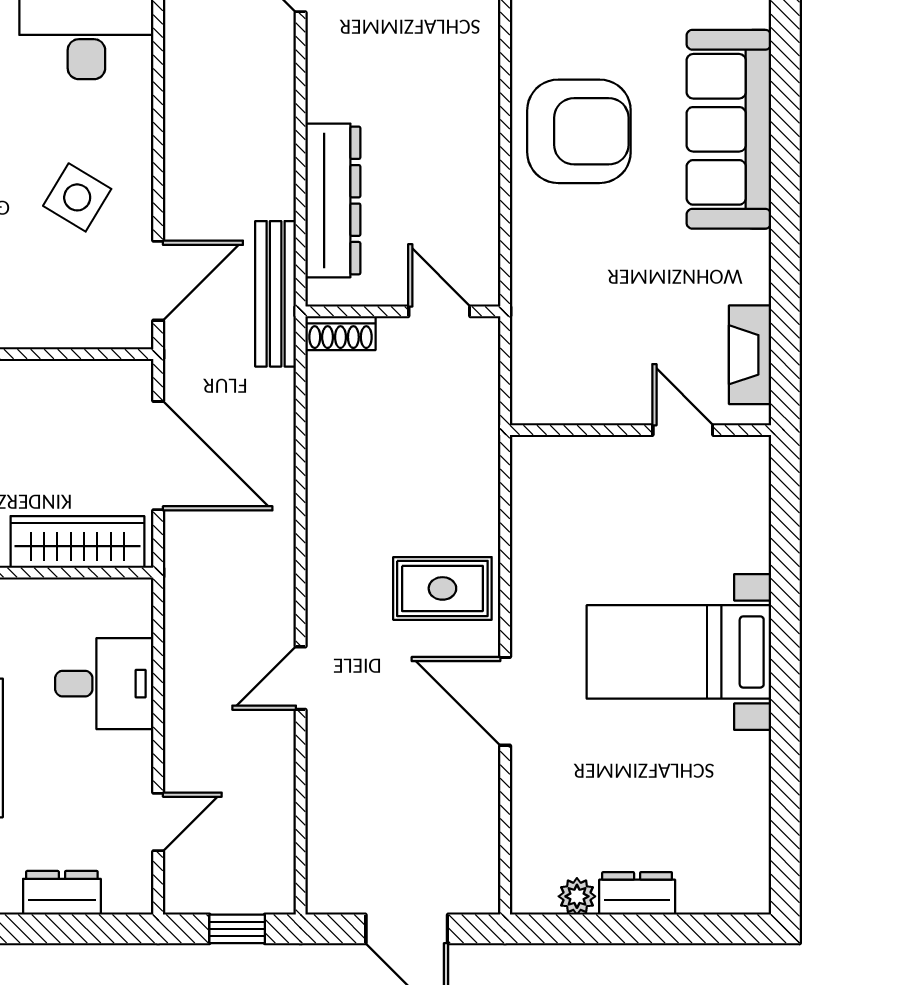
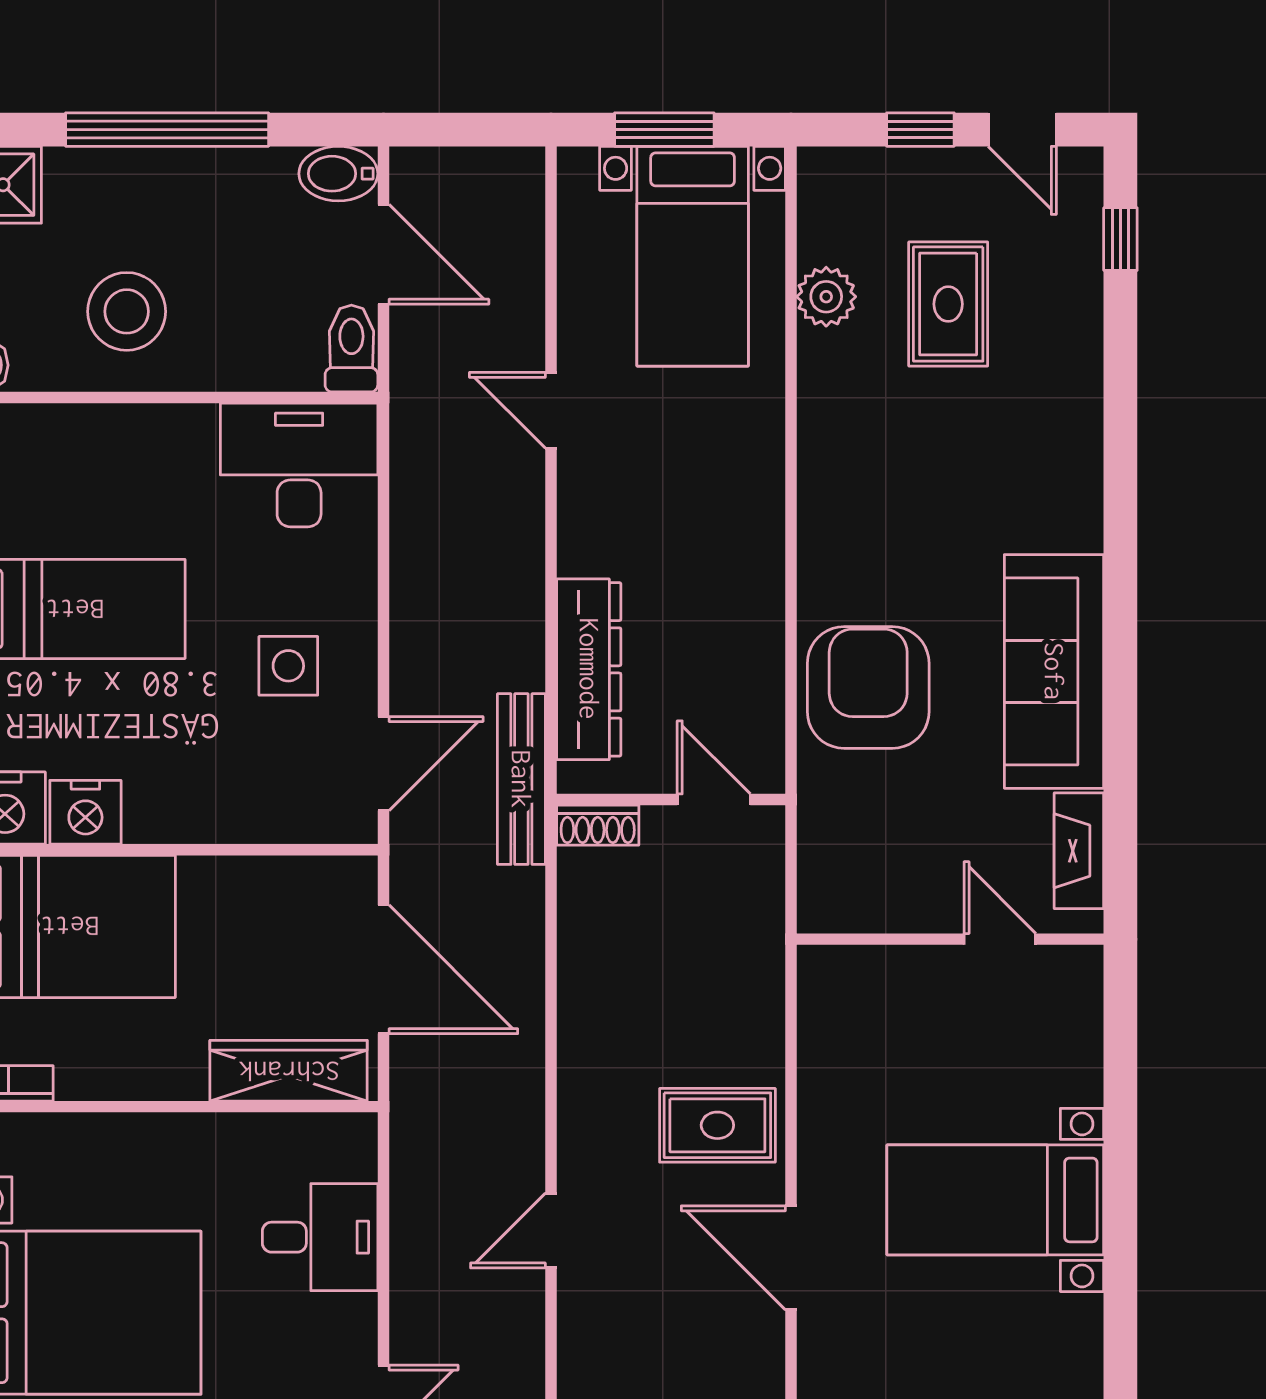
sofa: (729, 129) -> (1054, 671), moved
armchair: (579, 131) -> (868, 687), moved, turned -90
side table: (77, 197) -> (288, 666), turned -31

